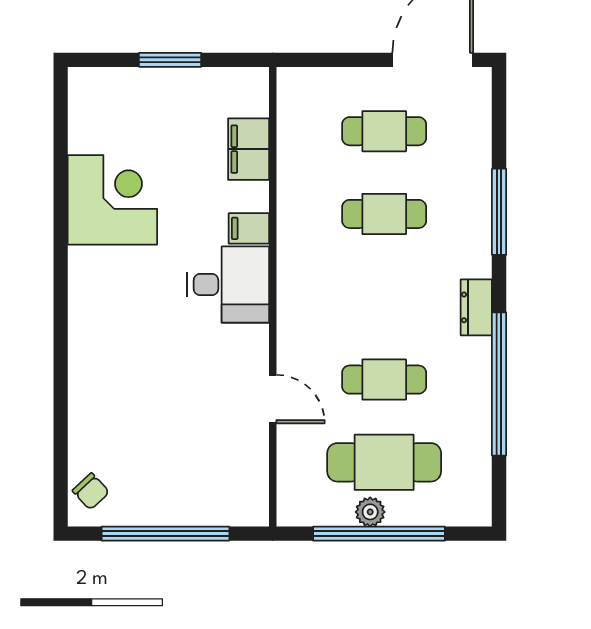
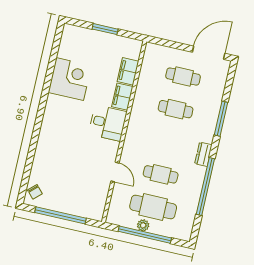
filing cabinet: (249, 228) -> (122, 97), width x2.00

